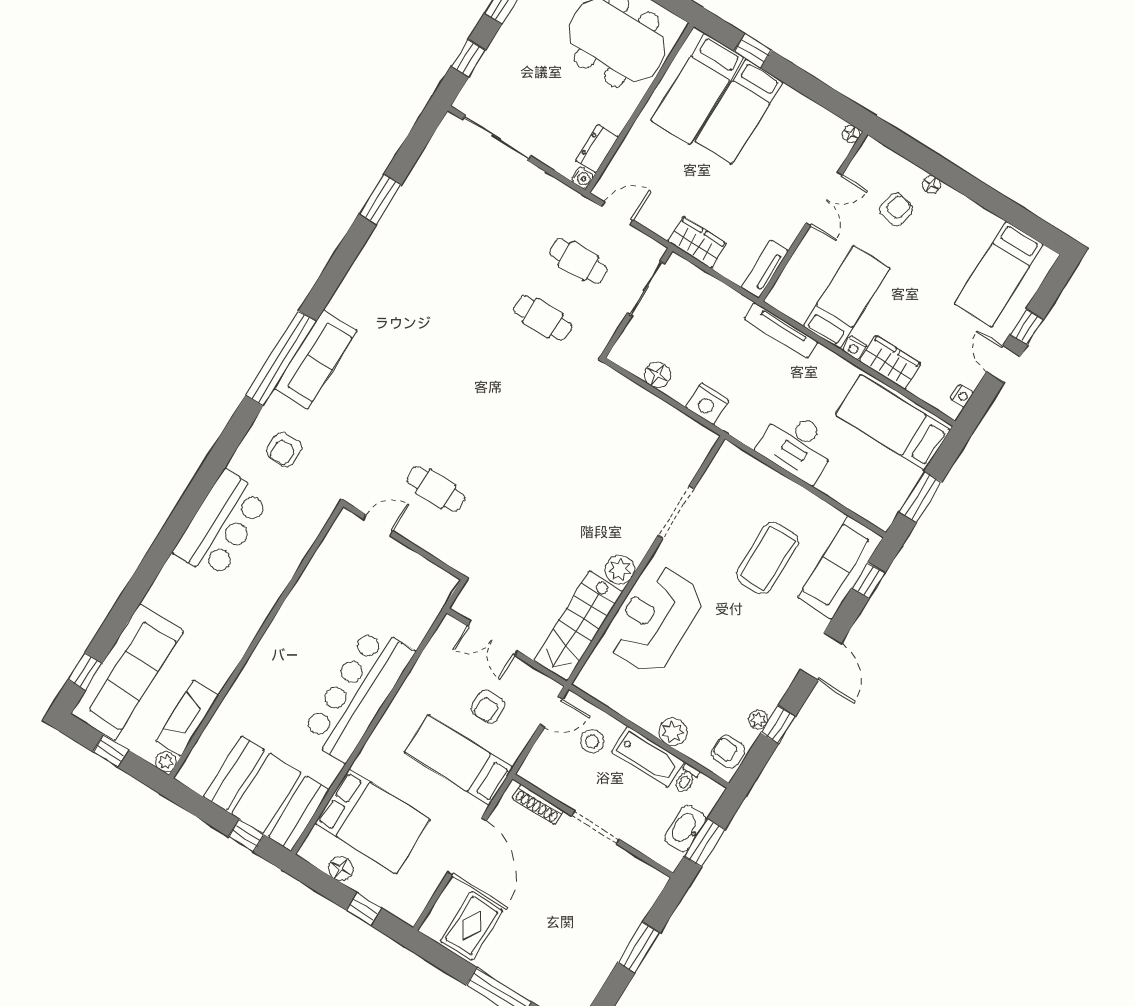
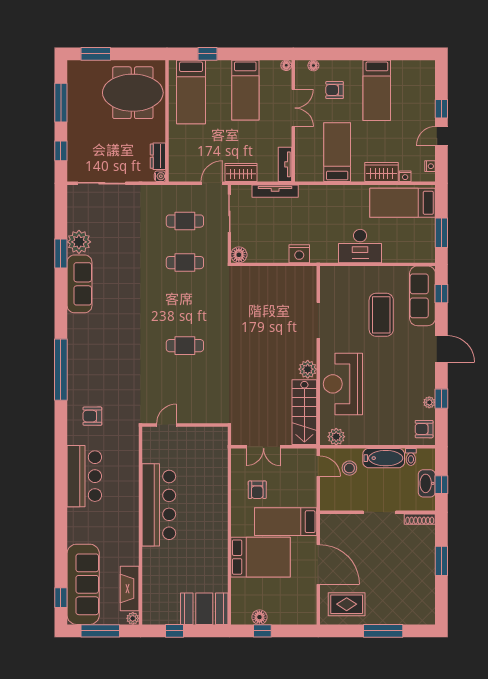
bed: (739, 112) -> (245, 90), moved
floor lamp: (931, 185) -> (313, 65), moved
plant: (415, 199) -> (79, 242), added
armchair: (896, 209) -> (335, 90), turned -103
door: (617, 213) -> (212, 183), moved
bed: (999, 274) -> (377, 90), moved
tv unit: (781, 330) -> (275, 191), moved
nightstand: (854, 348) -> (405, 176), moved
sofa: (316, 359) -> (79, 284), moved
door: (1003, 364) -> (441, 136), hinge flipped
floor lamp: (657, 375) -> (239, 255), moved
armchair: (284, 449) -> (92, 416), turned 90
cafe table: (436, 489) -> (185, 346), moved
bar counter: (358, 694) -> (159, 505), moved, turned 180
armchair: (488, 707) -> (257, 490), moved
door: (551, 712) -> (318, 466), hinge flipped
plant: (673, 732) -> (336, 437), moved
window: (111, 751) -> (100, 631), width x2.17
booth: (266, 793) -> (204, 609), width x0.73, depth x0.70
shoe rack: (538, 805) -> (420, 519), moved
bed: (373, 821) -> (261, 557), moved
window: (246, 836) -> (174, 631), moved
window: (704, 843) -> (441, 485), width x0.67
window: (364, 909) -> (262, 631), moved
rug: (472, 926) -> (347, 604), turned 90

